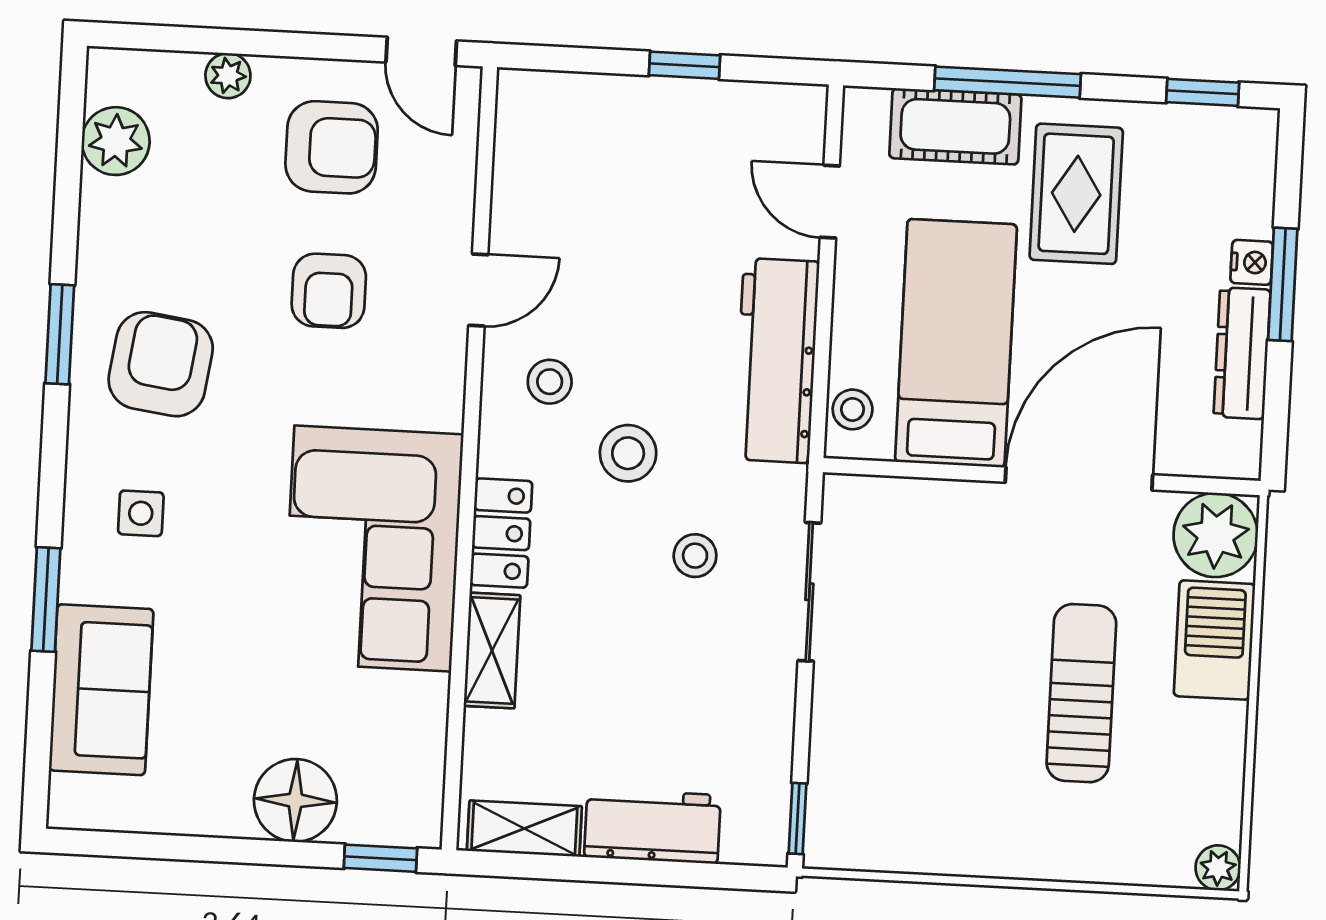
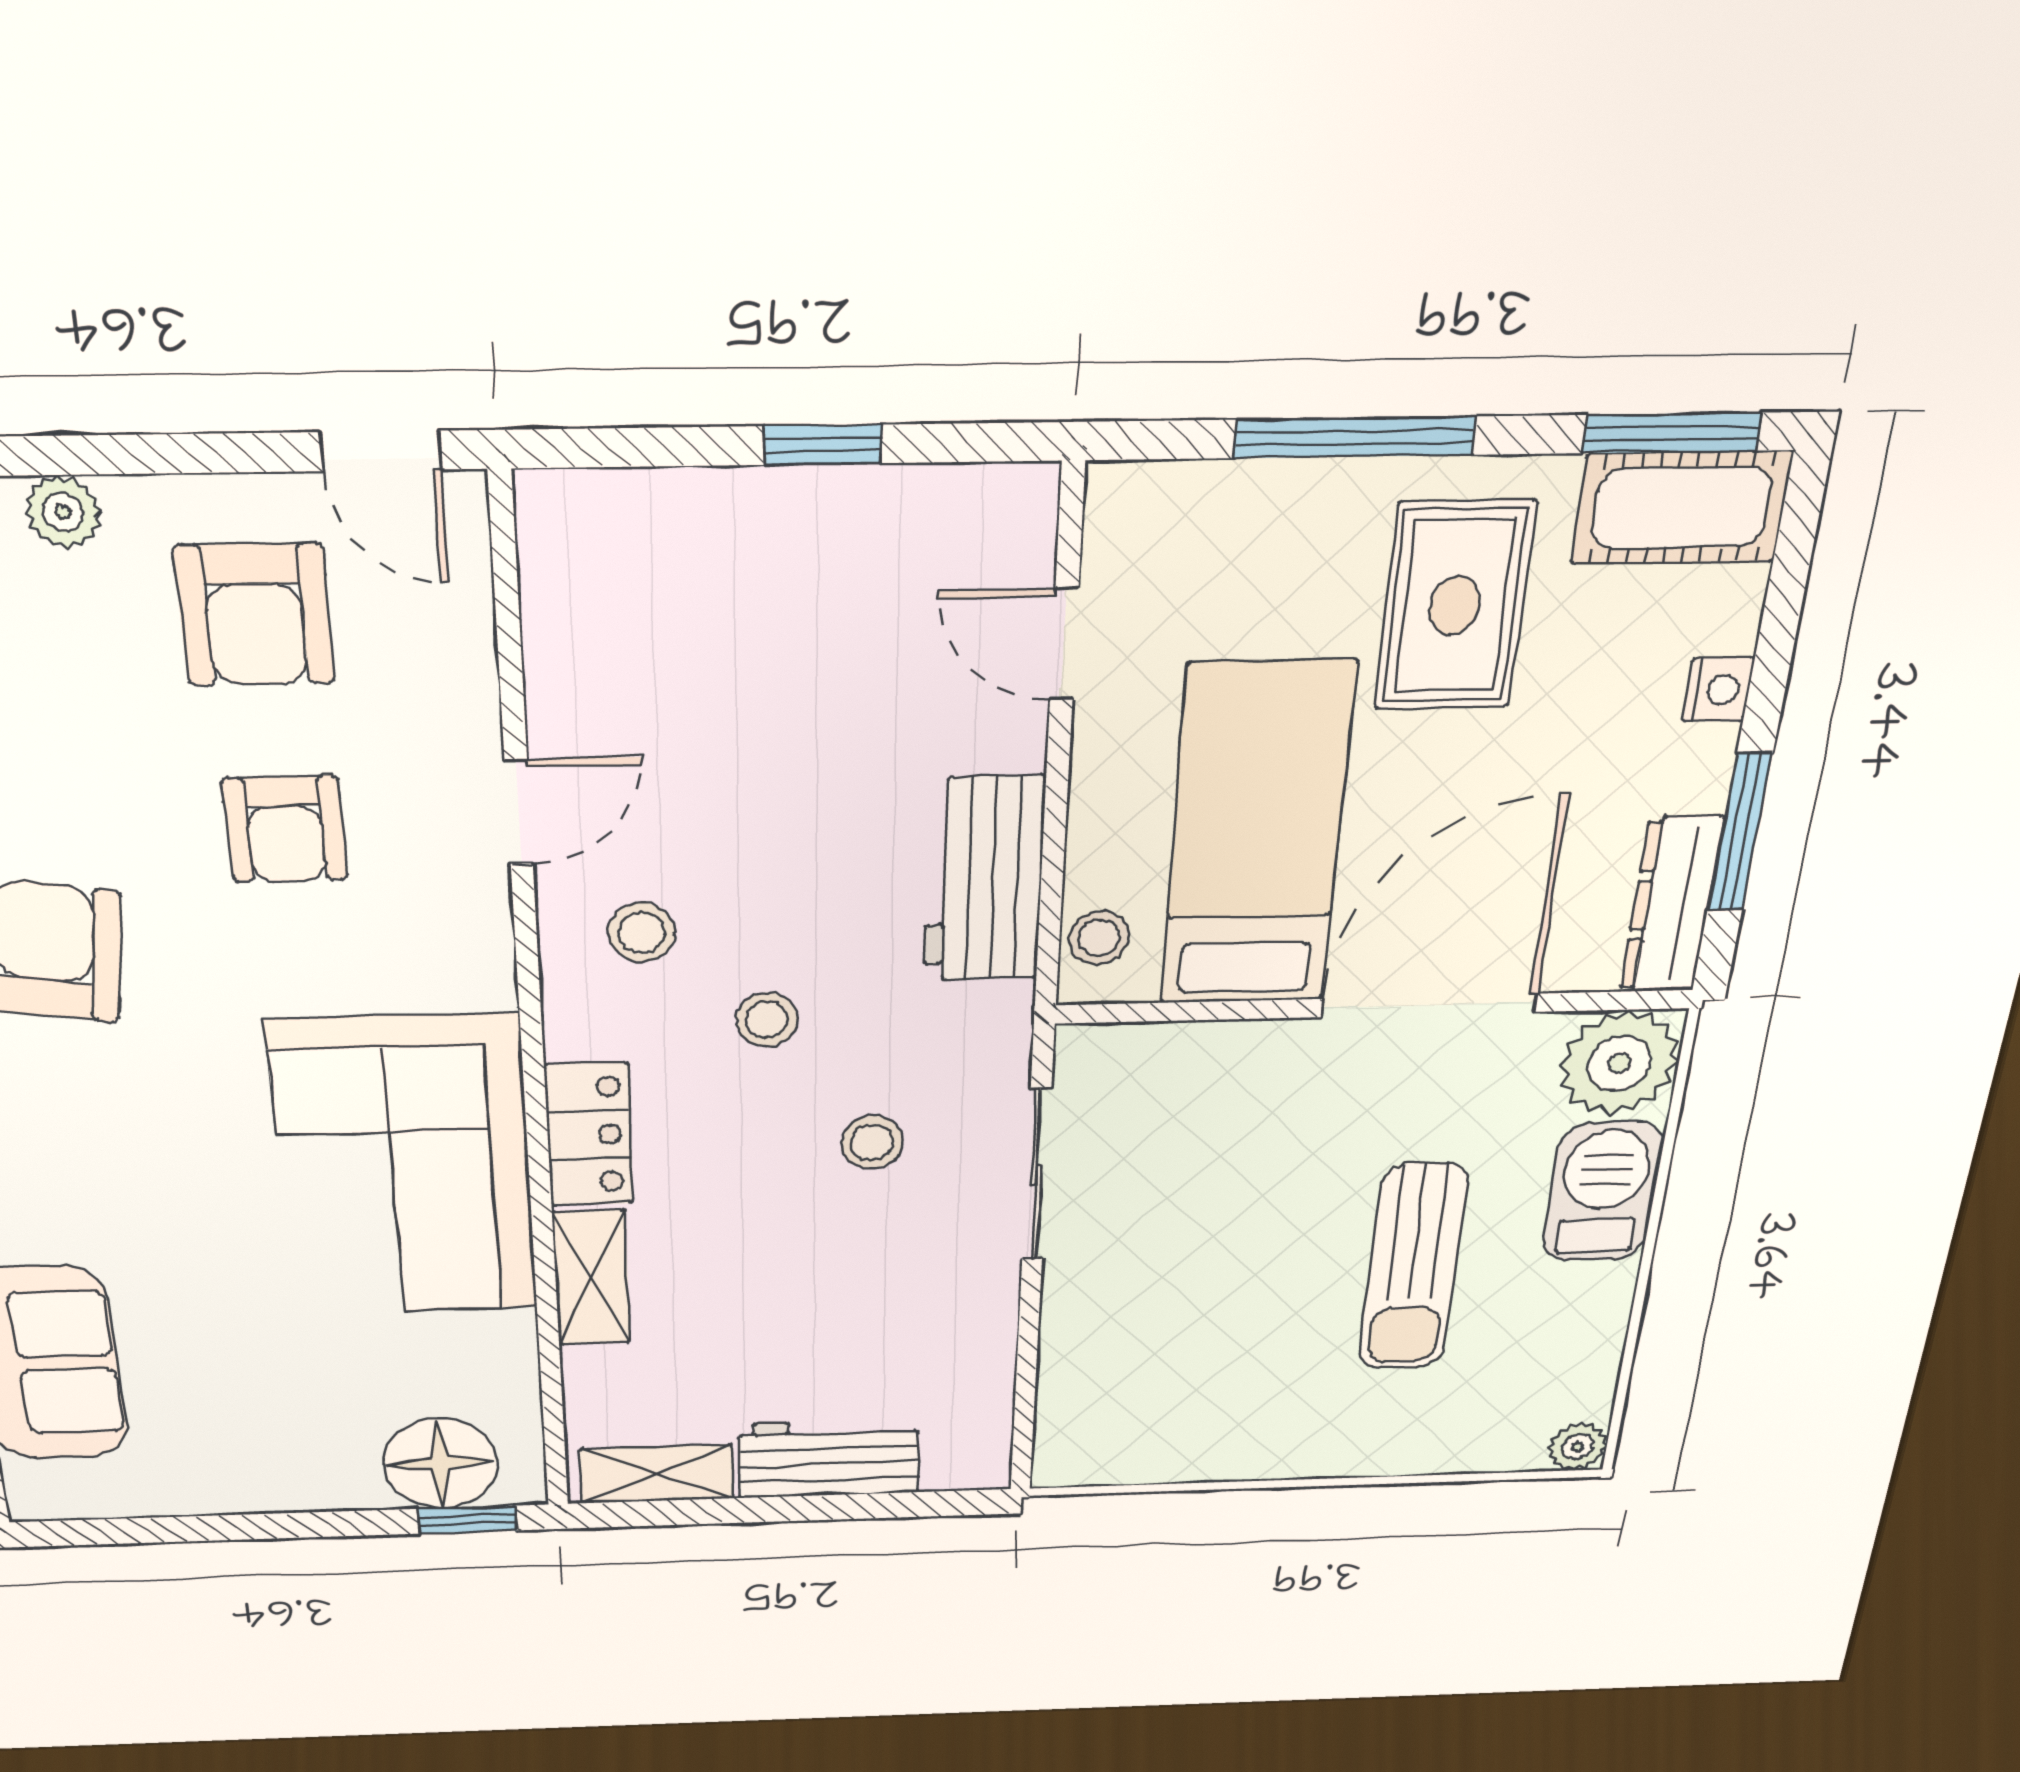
window: (1203, 92) -> (1672, 433), width x1.50
cot: (955, 126) -> (1681, 508), moved
armchair: (332, 147) -> (255, 615), turned 90
window: (1283, 284) -> (1740, 832), moved
dresser: (1242, 353) -> (1672, 905), moved
workbench: (776, 360) -> (984, 879), width x0.73
stool: (628, 453) -> (767, 1019), width x0.73, depth x0.73
side table: (141, 513) -> (57, 1148), removed
sun lounger: (1081, 693) -> (1413, 1267), turned 180
floor lamp: (295, 800) -> (440, 1463), moved
window: (797, 819) -> (1023, 1436), removed

